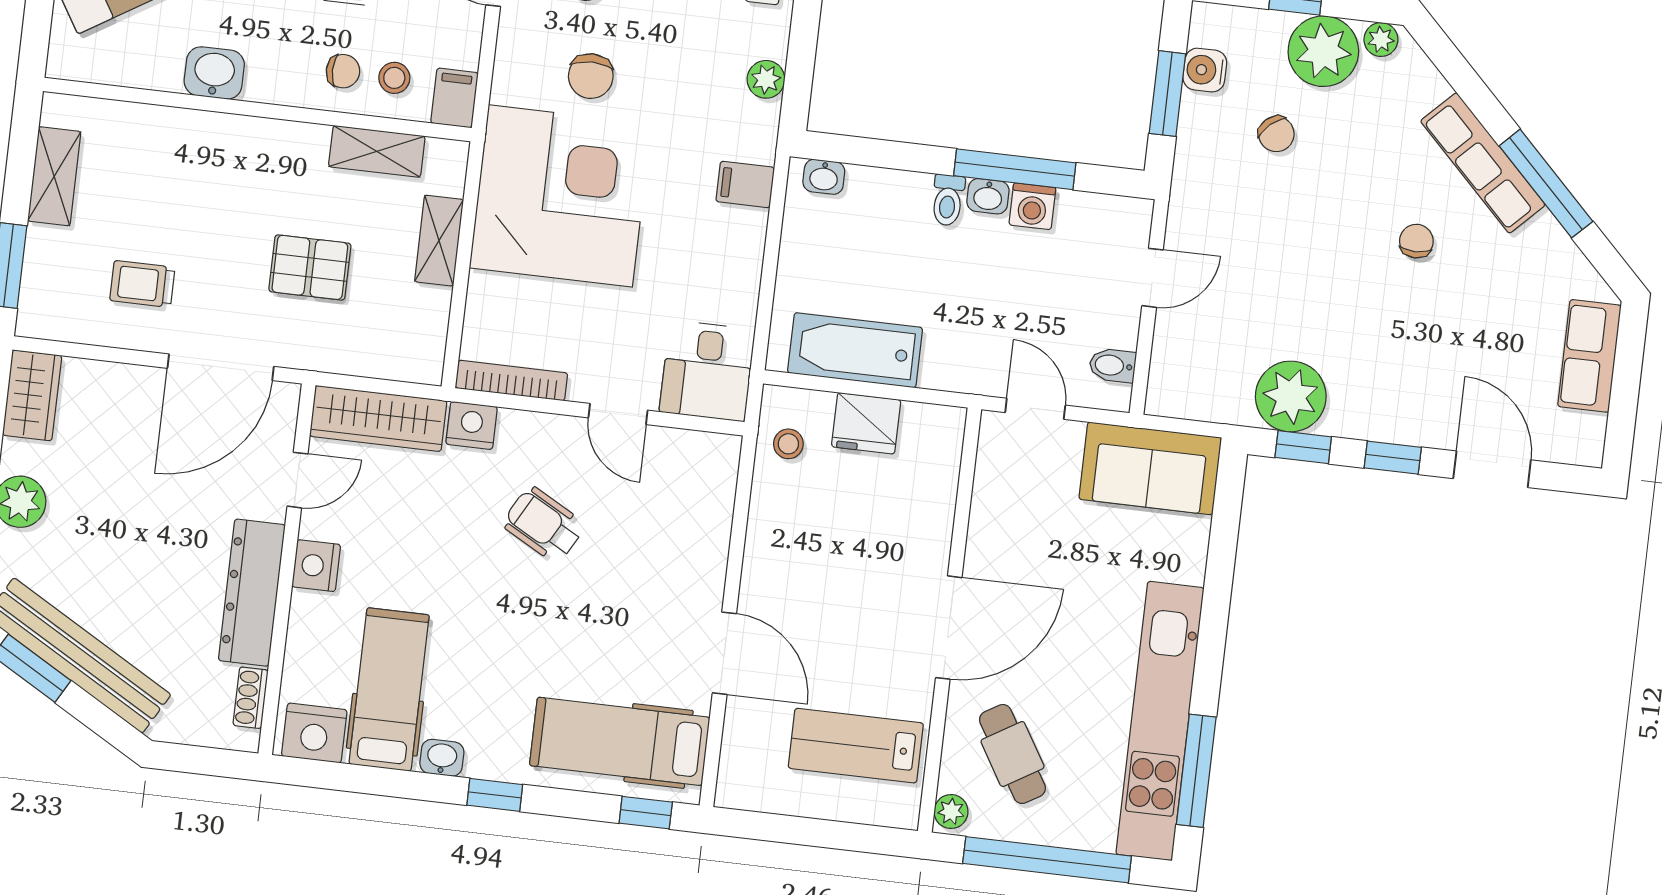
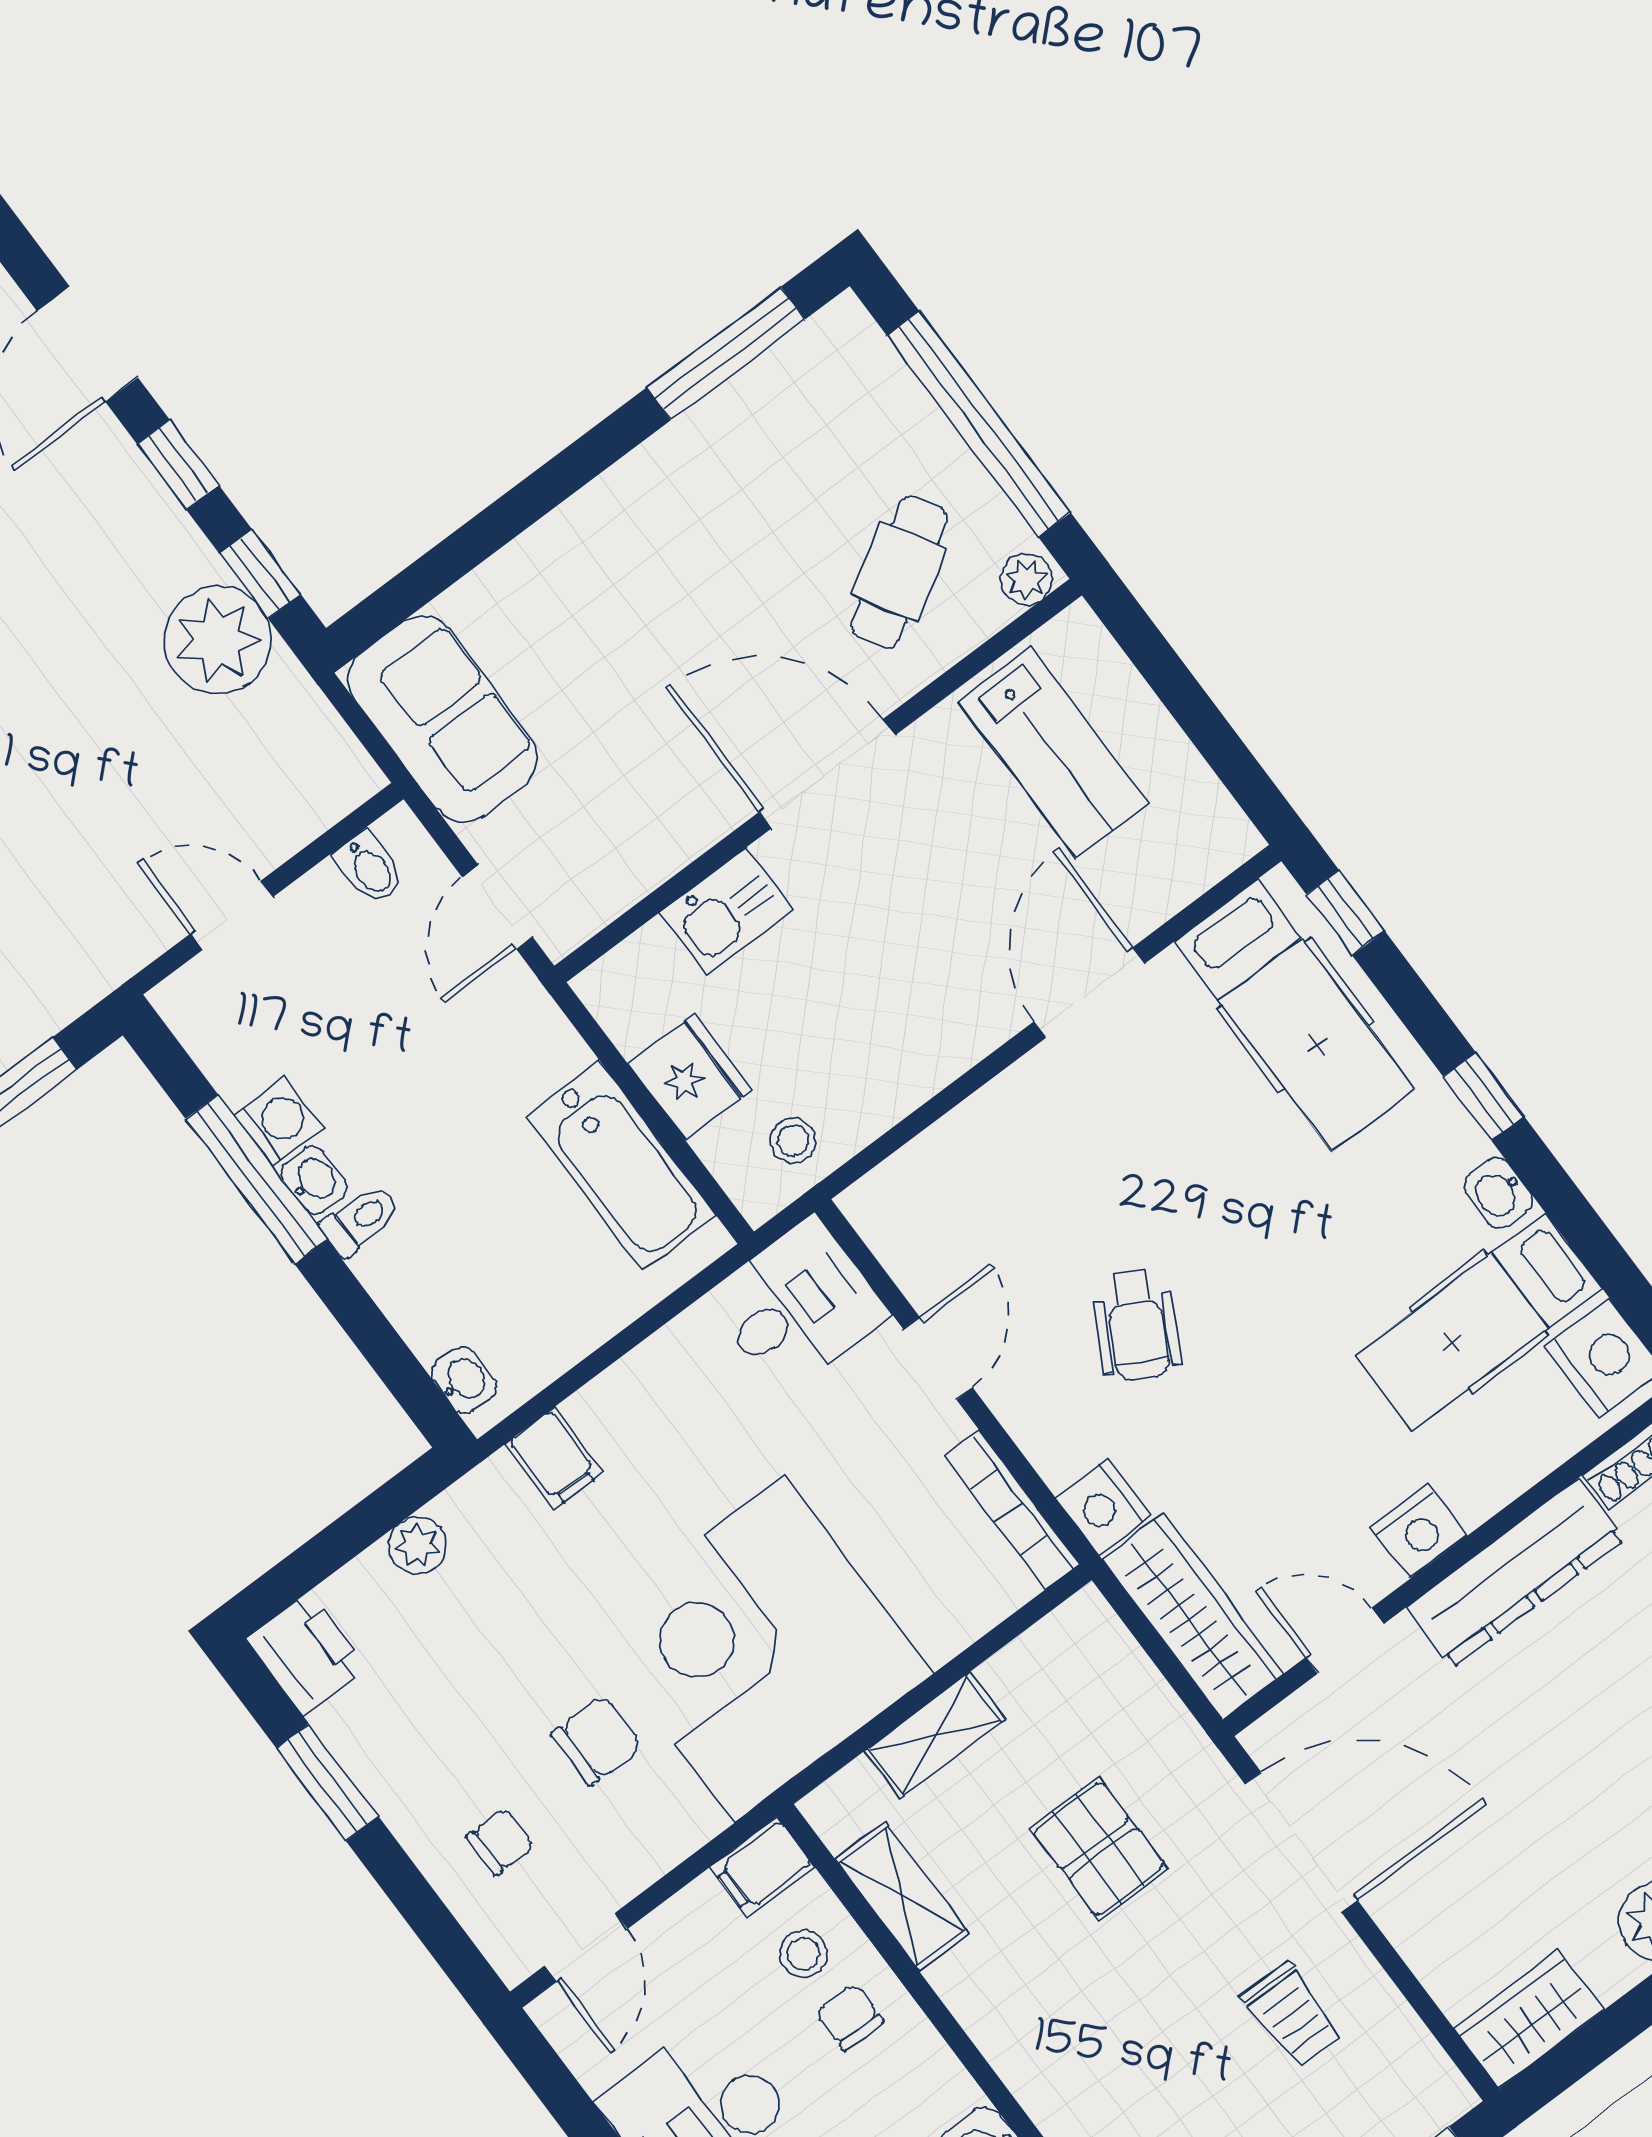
kitchen sink: (929, 517) -> (726, 911), added
kitchen unit: (1160, 721) -> (709, 445), removed

